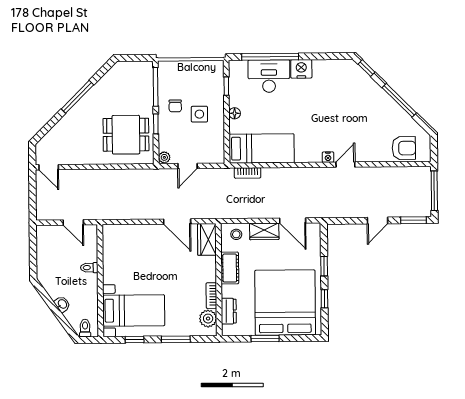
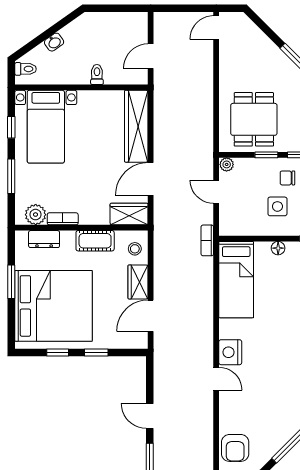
nightstand: (328, 157) -> (230, 352), width x1.89, depth x1.79
bookcase: (248, 173) -> (207, 240), moved
wardrobe: (133, 234) -> (136, 126), added

